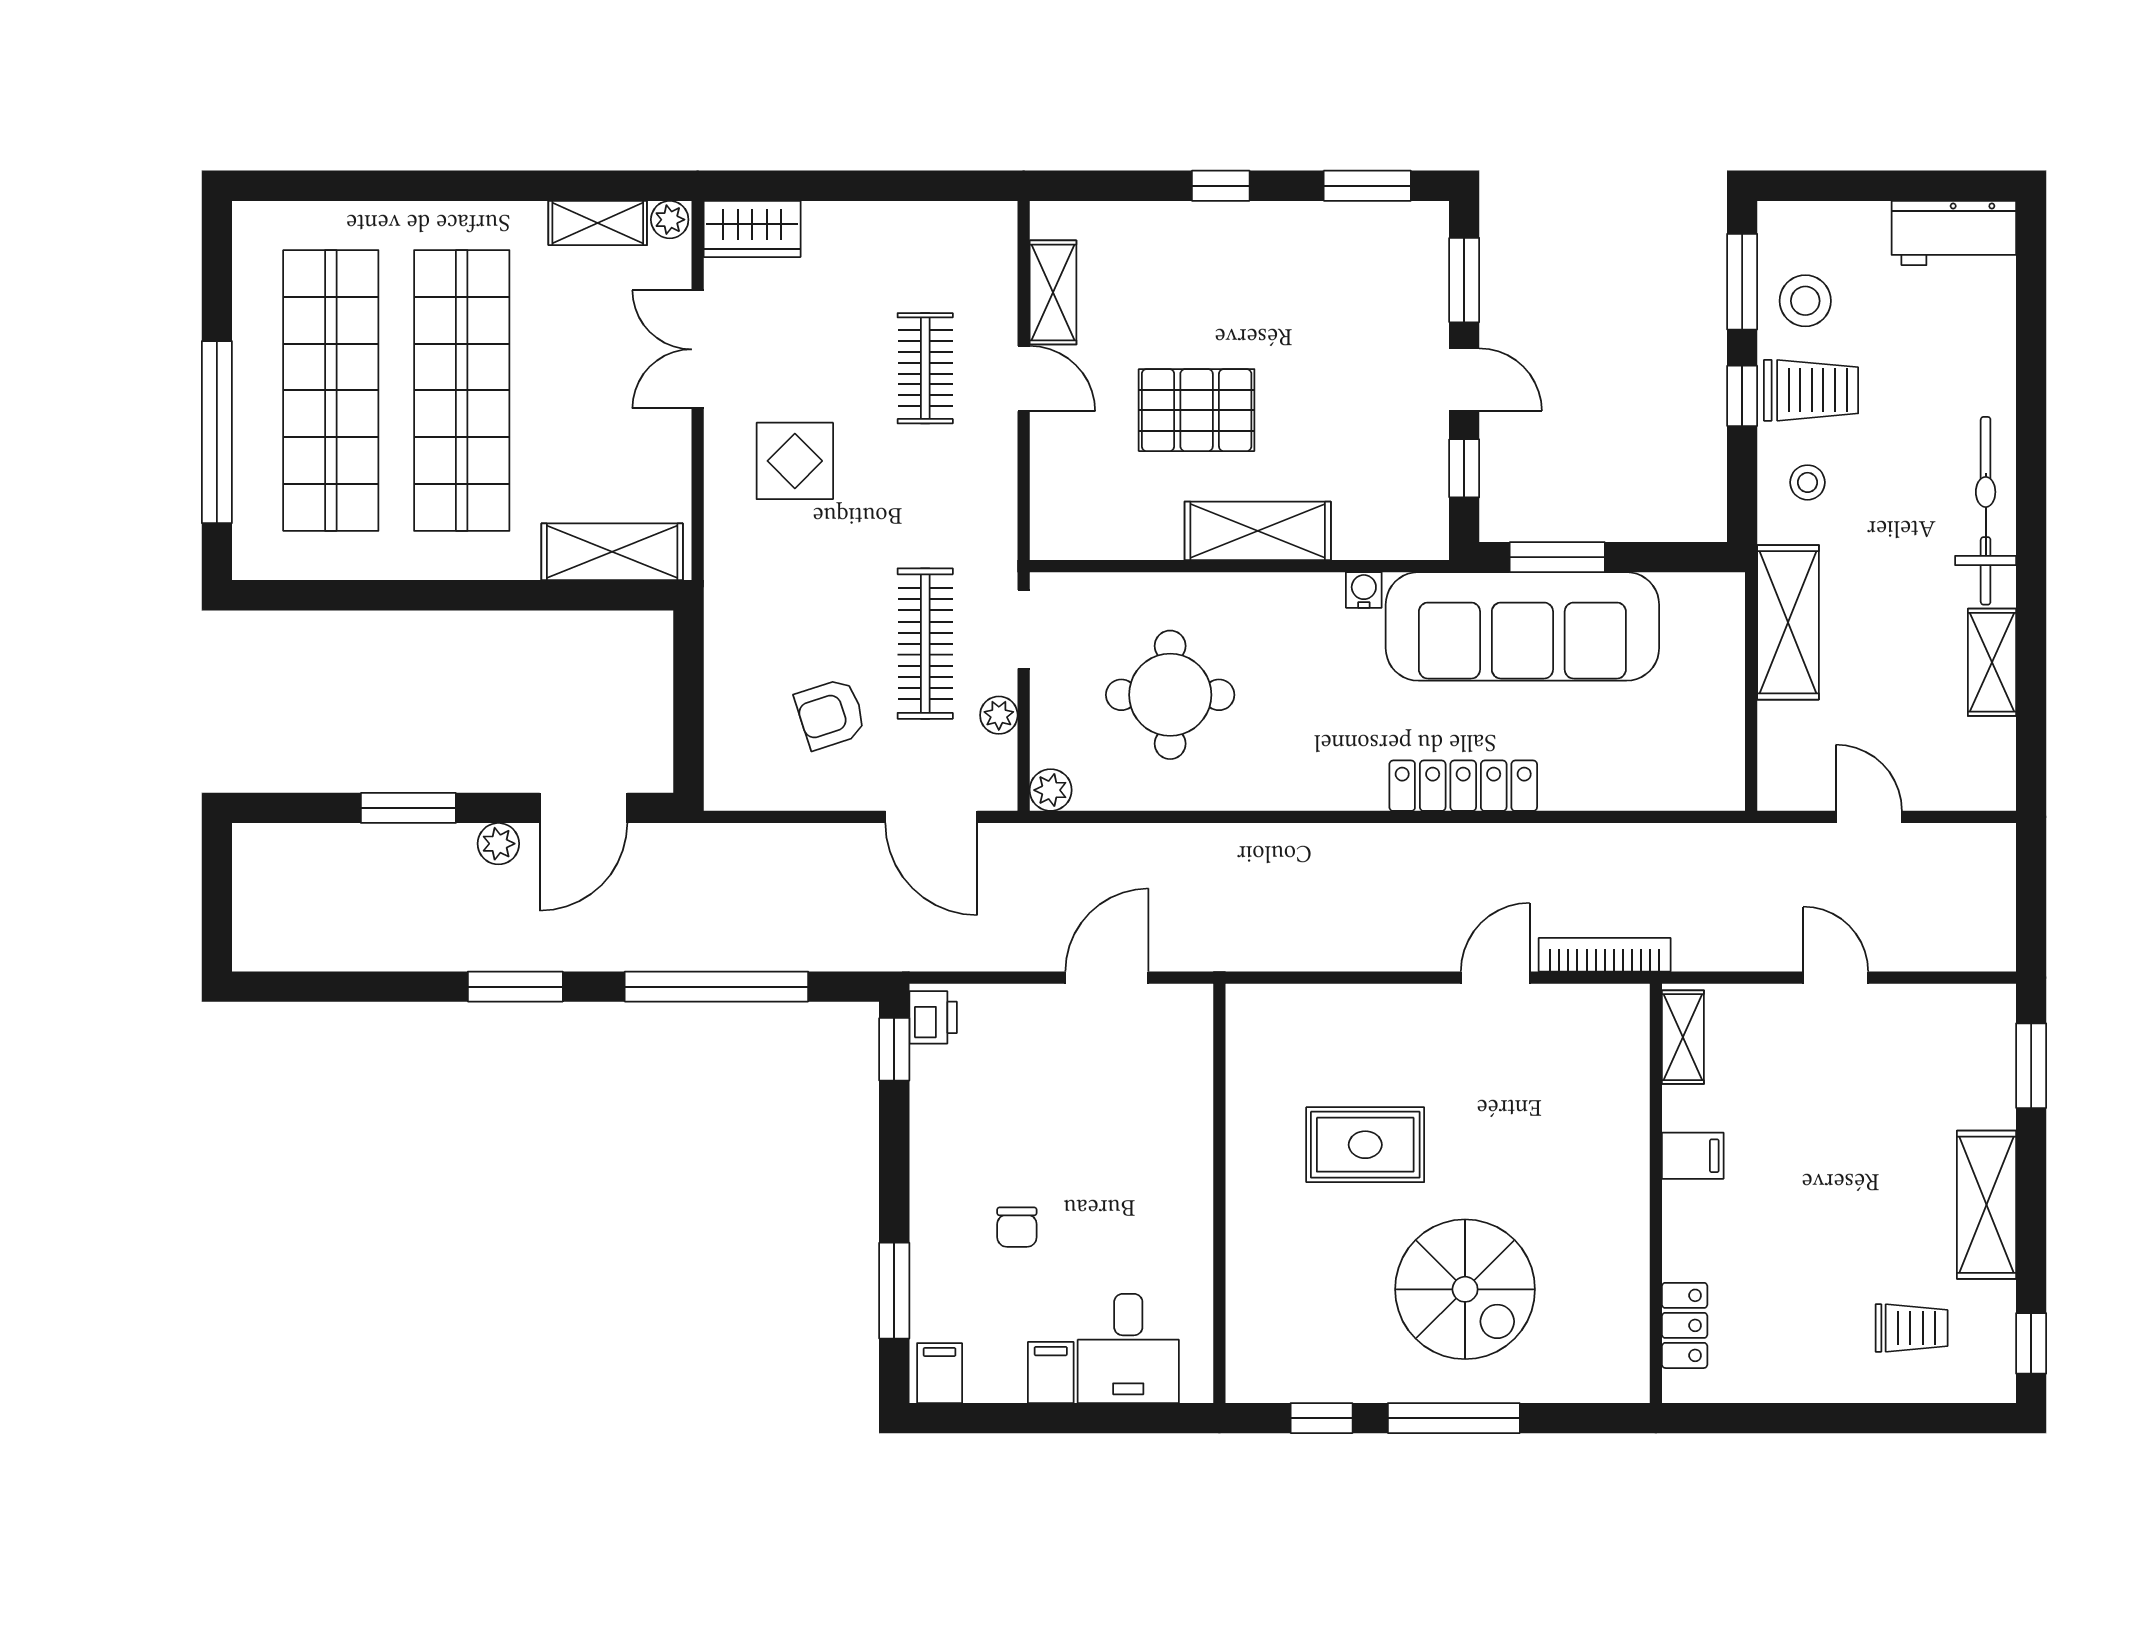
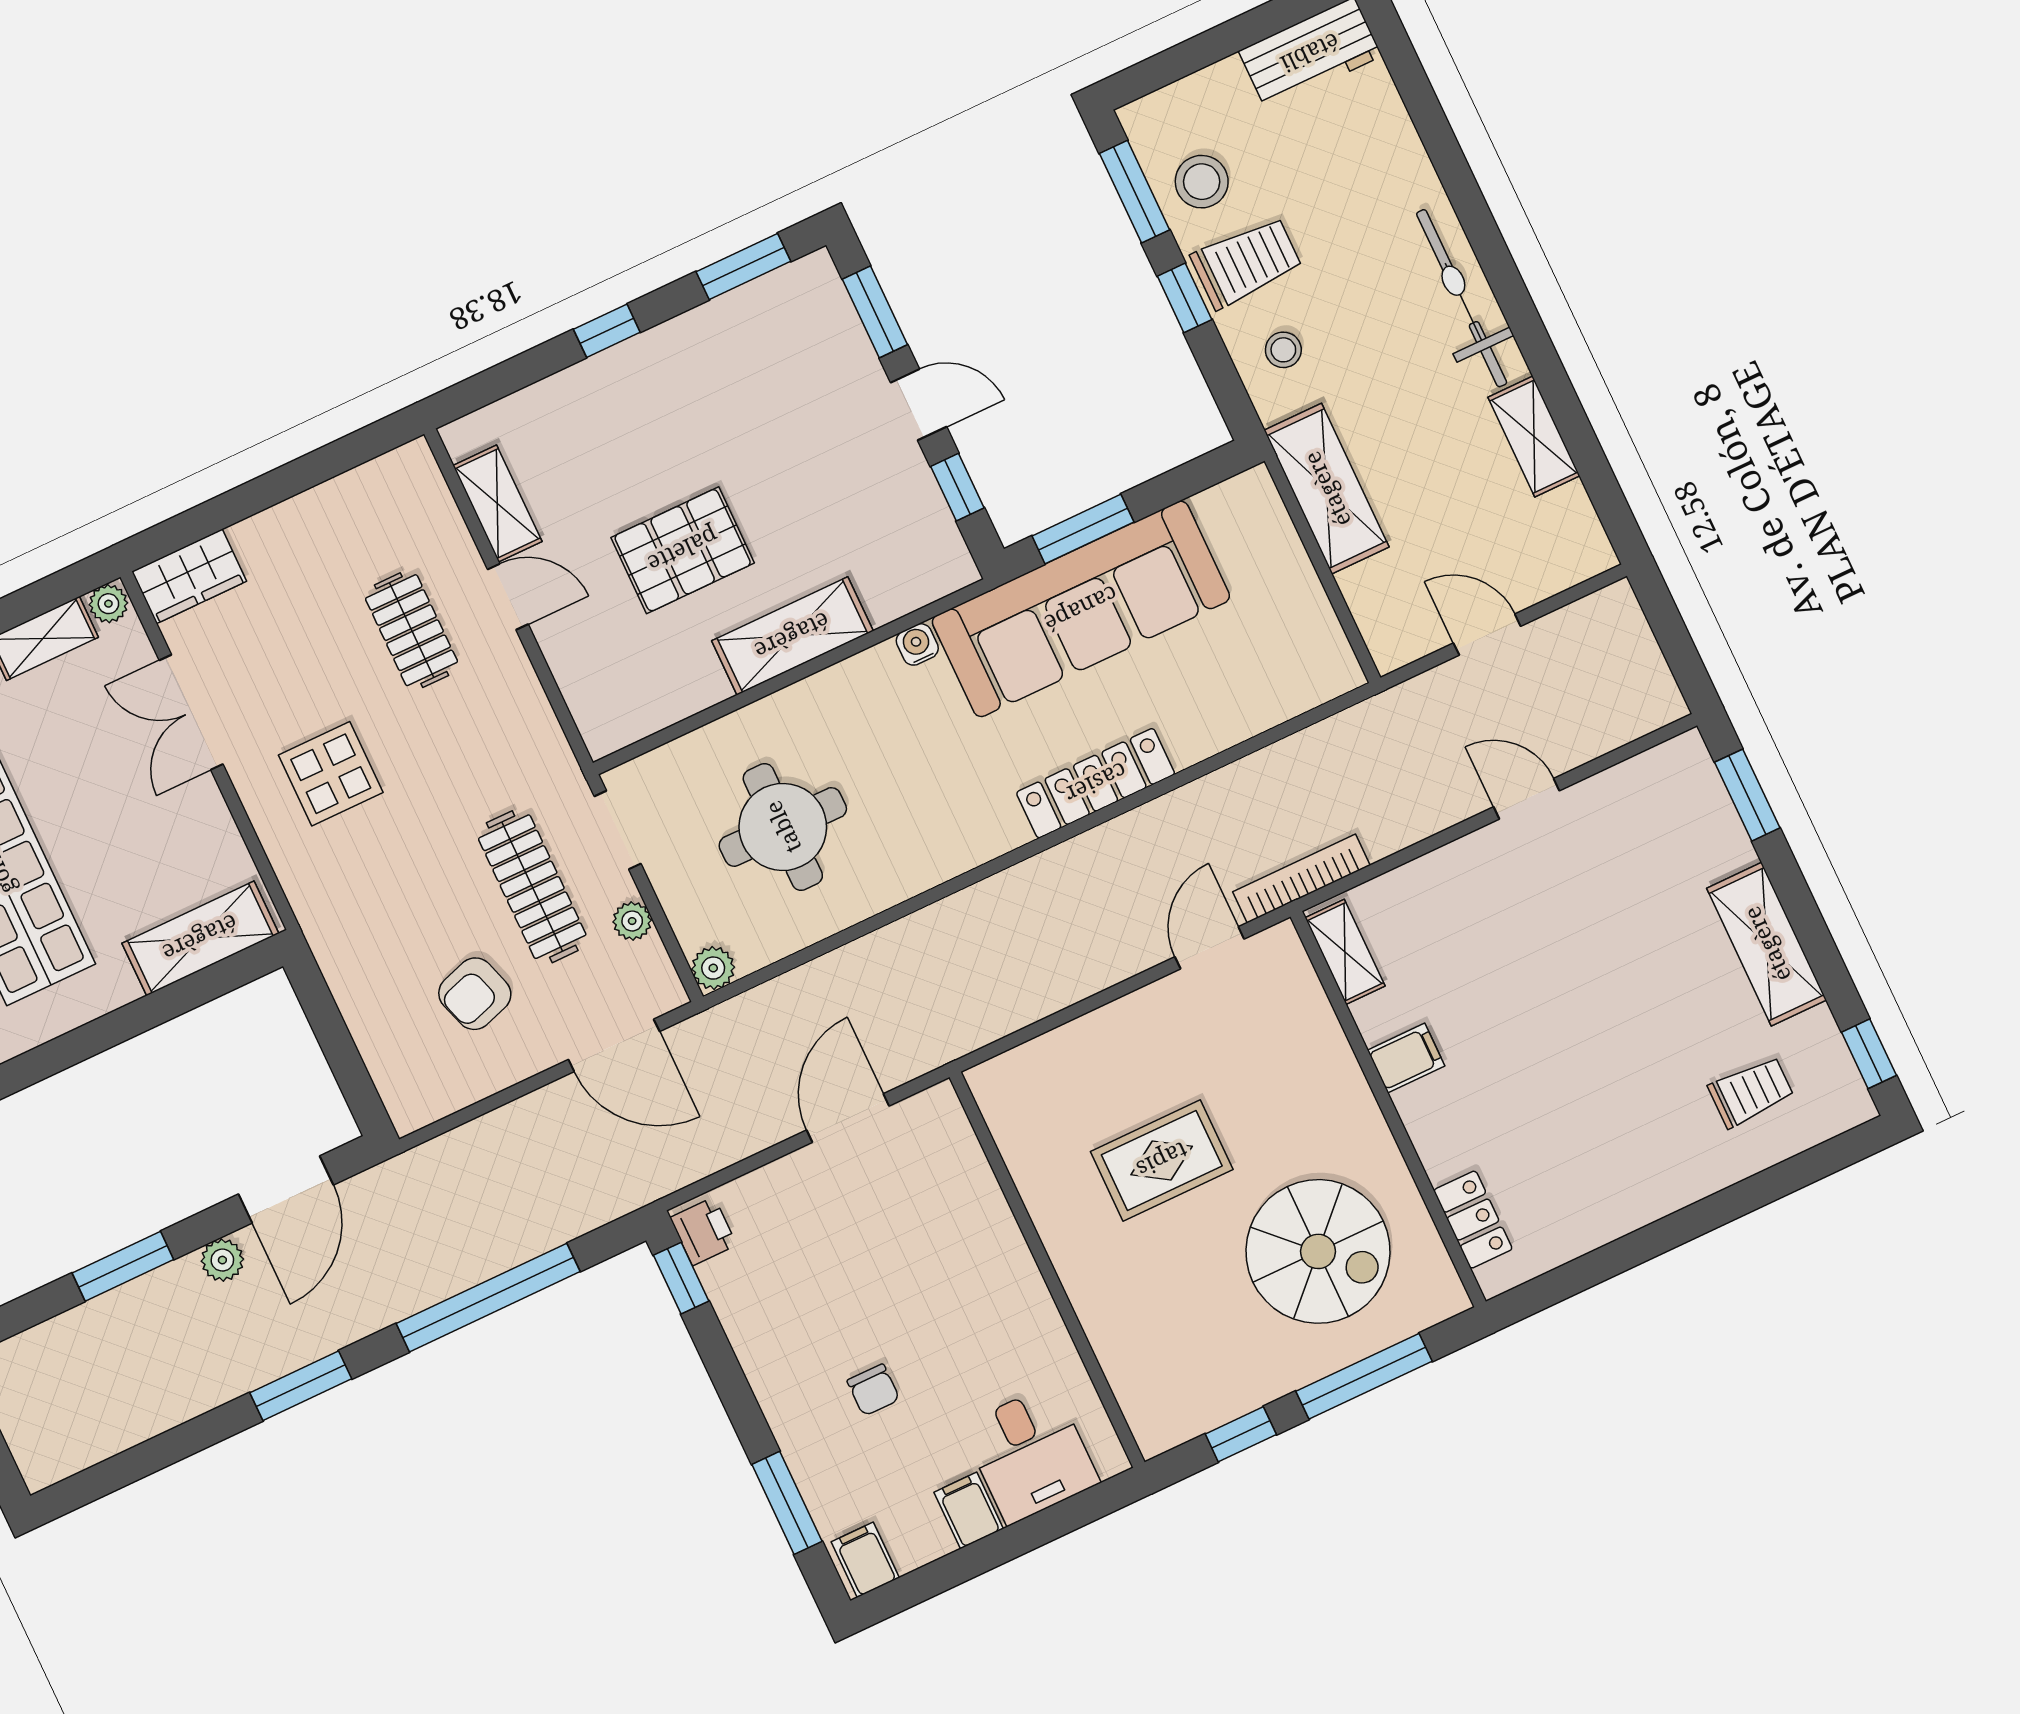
shelving: (1683, 1037) -> (1345, 952), moved
filing cabinet: (1693, 1156) -> (1406, 1058), moved
wall: (1656, 1193) -> (1388, 1109), moved
locker: (1685, 1325) -> (1473, 1220), moved

